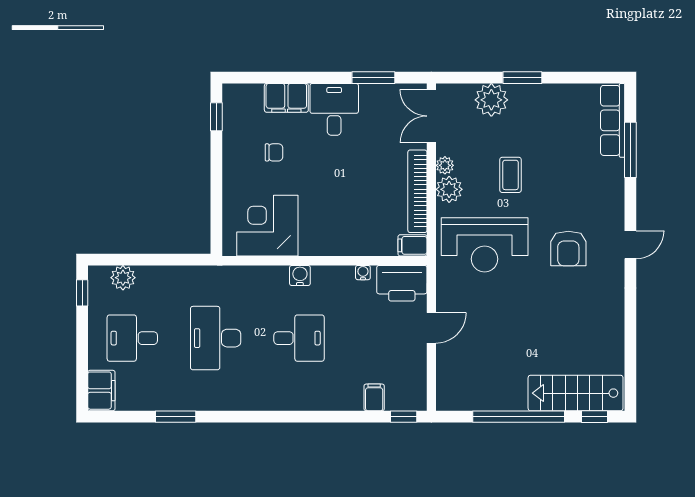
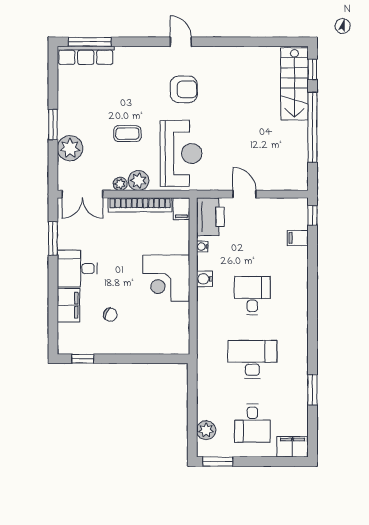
window: (630, 150) -> (90, 42), moved
chair: (274, 152) -> (110, 315), turned 116
corner desk: (267, 226) -> (166, 278), moved
water cooler: (300, 276) -> (204, 279), moved
window: (82, 293) -> (218, 462), width x1.50
desk: (216, 338) -> (252, 359), turned 180

